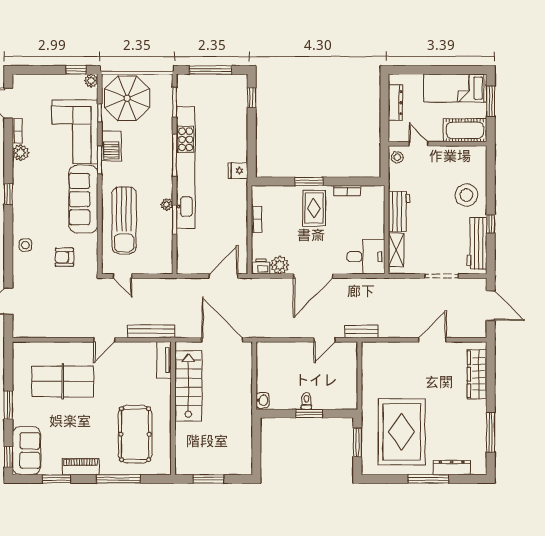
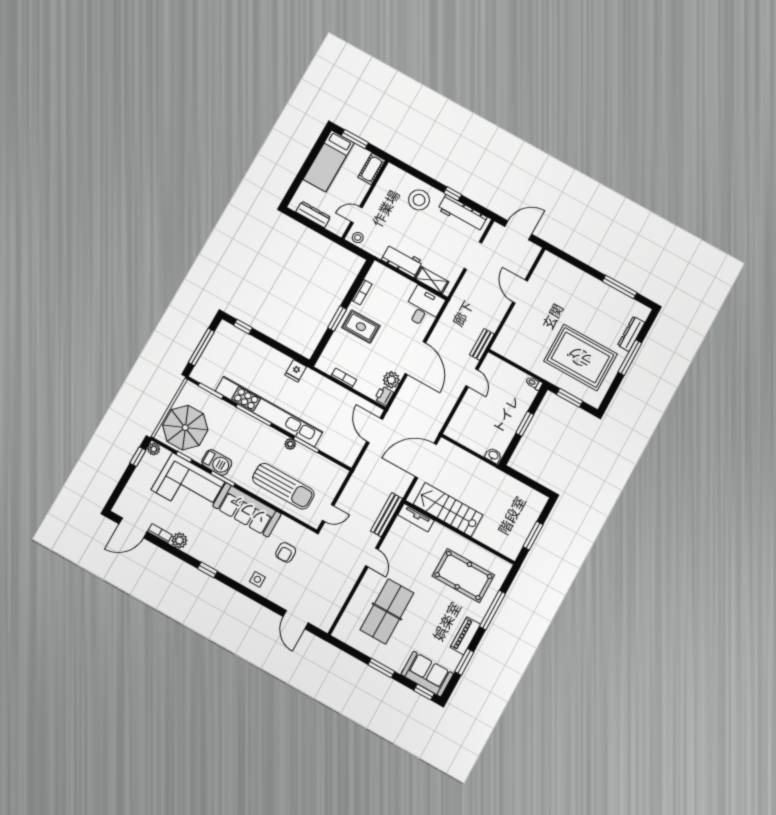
cot: (465, 130) -> (372, 169), width x0.73, depth x0.75
wardrobe: (477, 374) -> (567, 272), removed
toilet: (306, 401) -> (534, 383), moved

